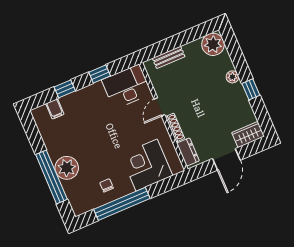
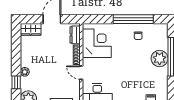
window: (251, 89) -> (16, 82), moved
door: (159, 107) -> (81, 73), swing flipped
corner desk: (147, 165) -> (97, 43), moved, turned -90

